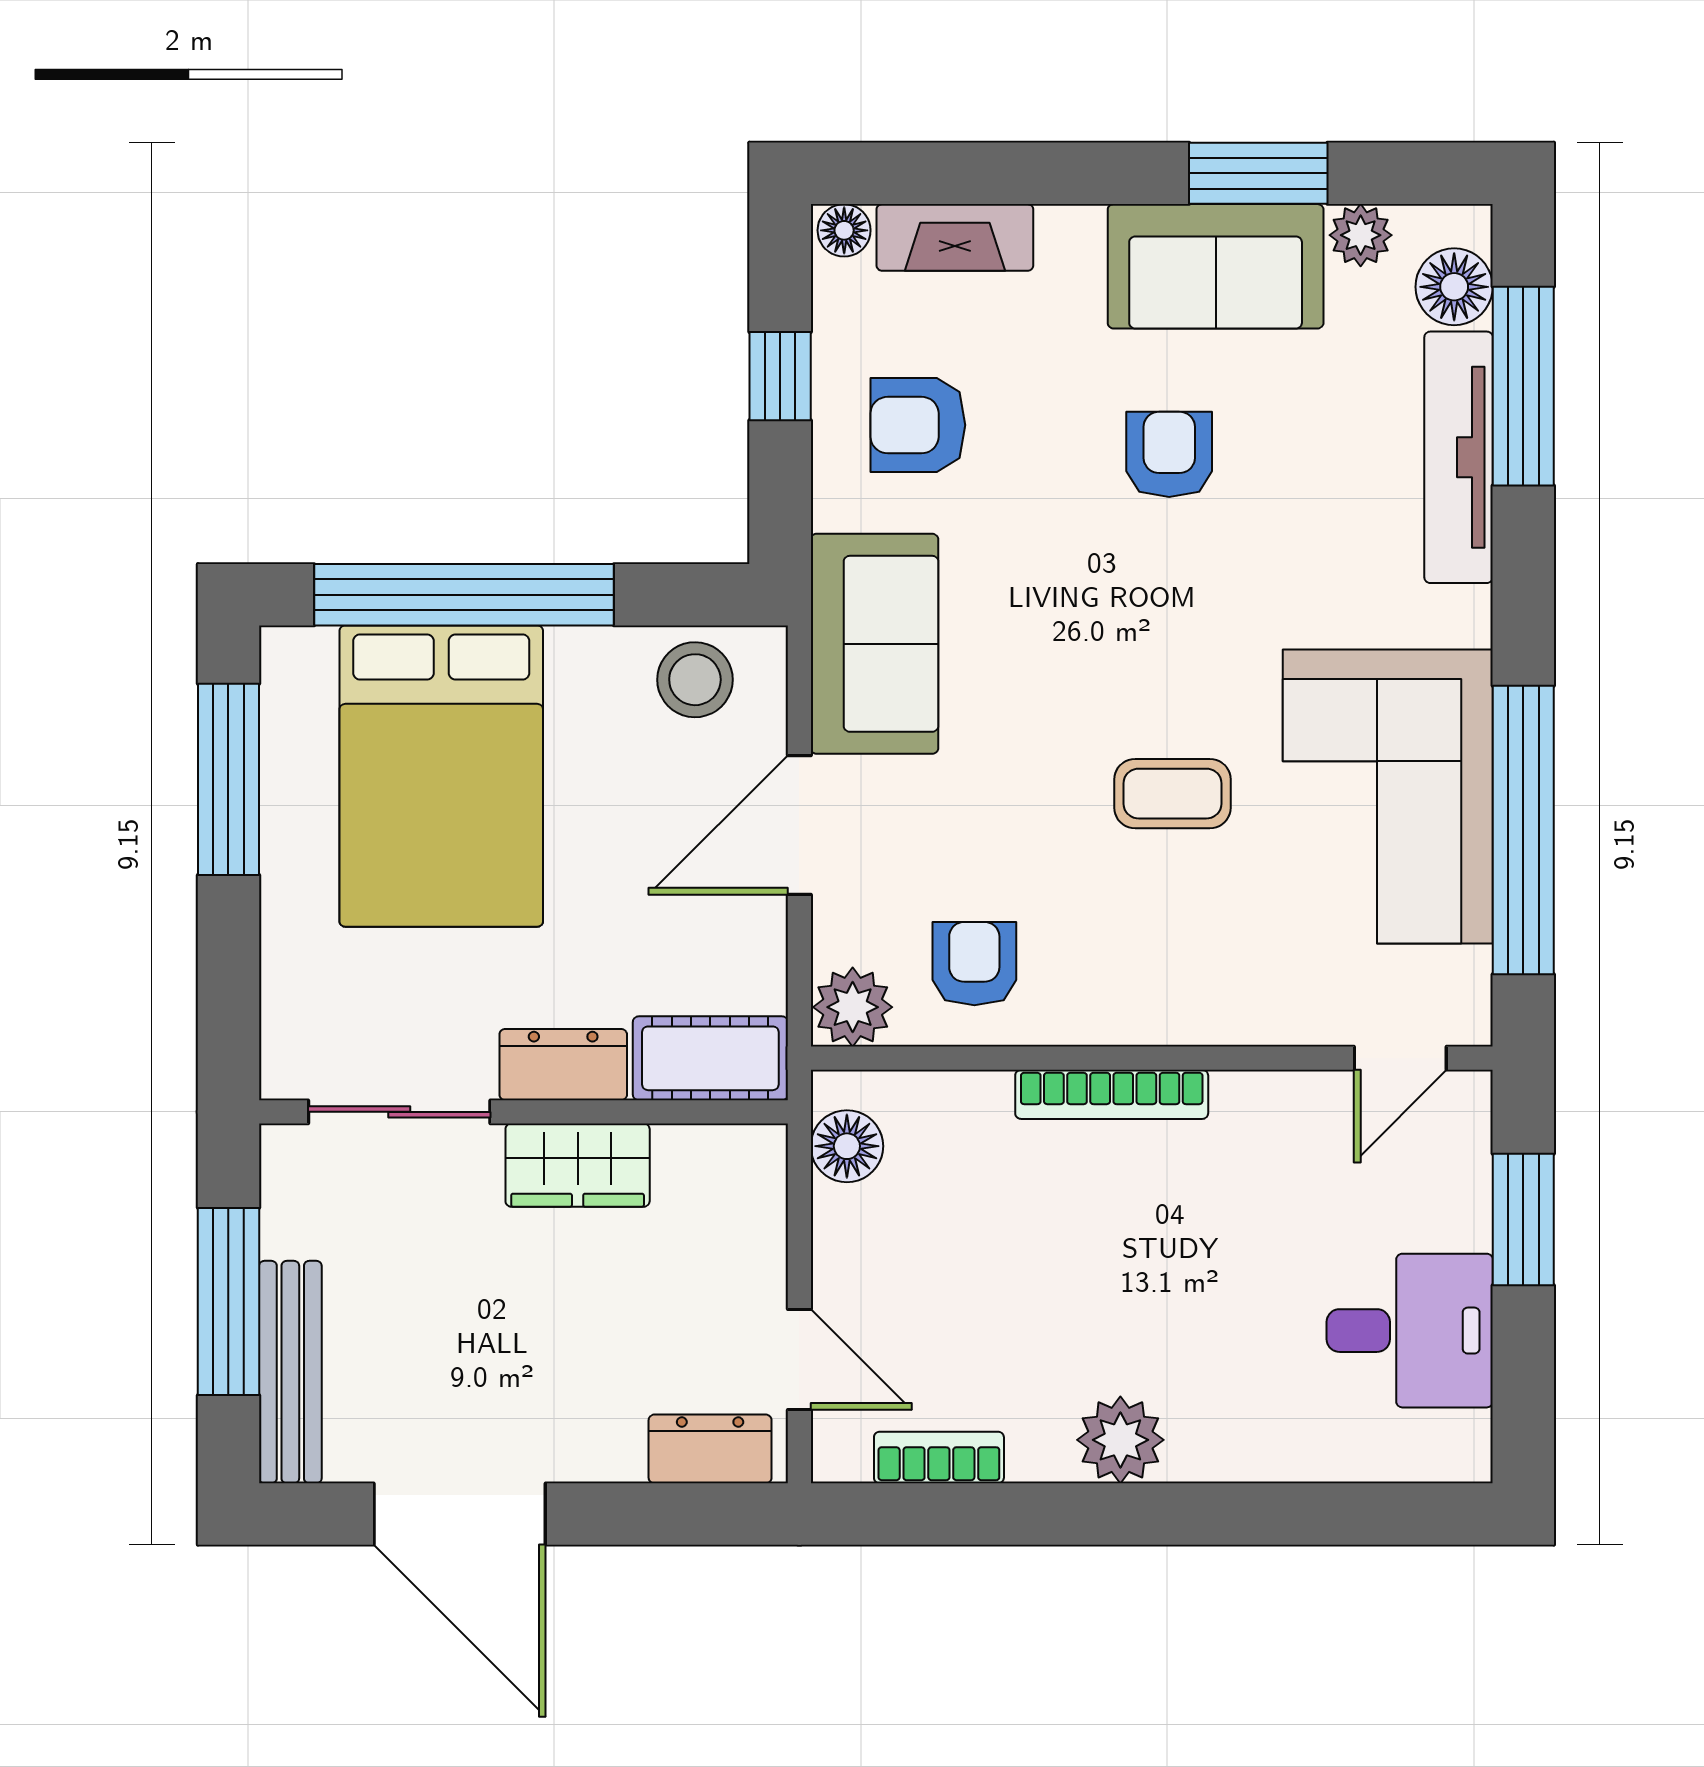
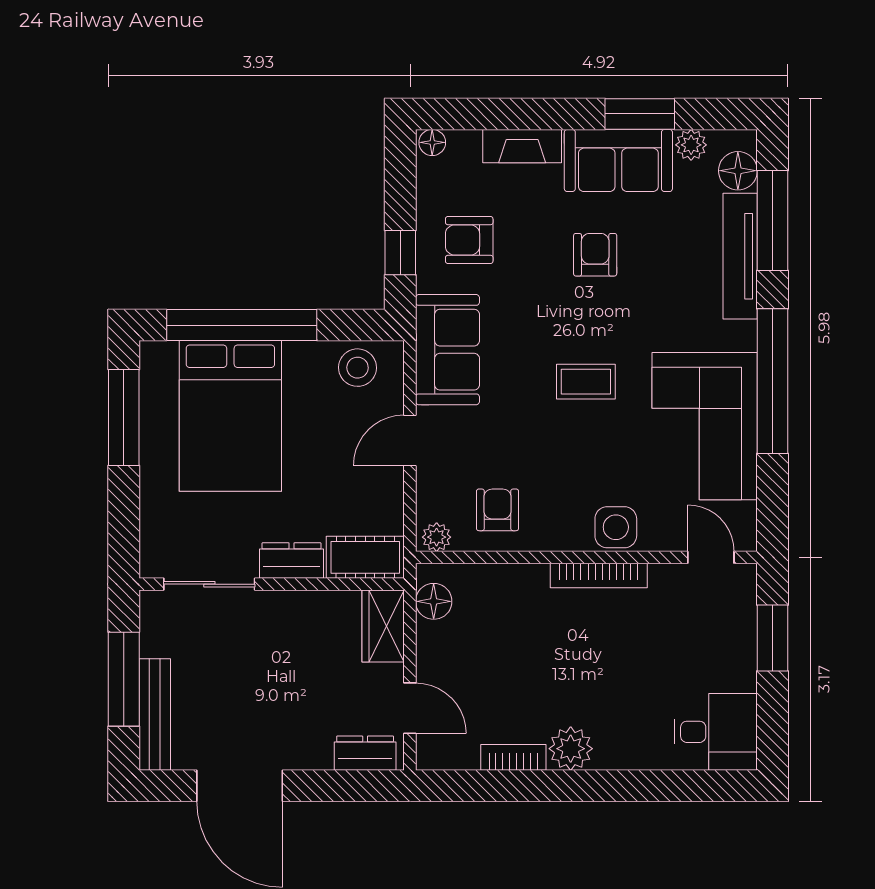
fireplace: (955, 237) -> (522, 146), moved
window: (780, 376) -> (400, 253), moved
coffee table: (1172, 794) -> (586, 382), moved
door: (799, 825) -> (410, 440), width x0.73
window: (1523, 830) -> (773, 381), moved
side table: (1210, 998) -> (616, 527), added
plant: (853, 1007) -> (437, 537), width x0.73, depth x0.73
door: (1400, 1058) -> (711, 557), swing flipped
bookcase: (1112, 1094) -> (599, 575), moved
wardrobe: (578, 1165) -> (383, 626), moved, turned 90
desk: (1410, 1331) -> (716, 732), moved
bookcase: (939, 1458) -> (513, 757), moved

